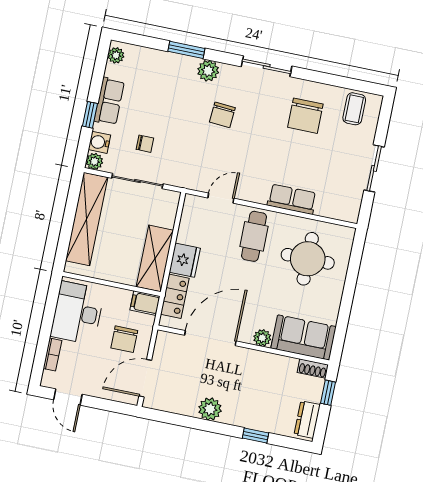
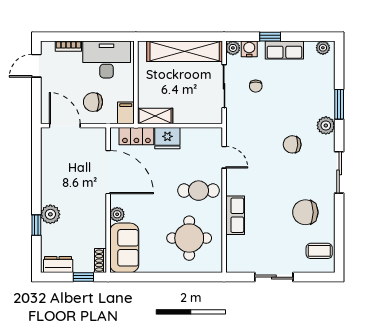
shelving: (155, 258) -> (155, 116), width x0.67, depth x0.75
plant: (210, 409) -> (50, 214), moved

